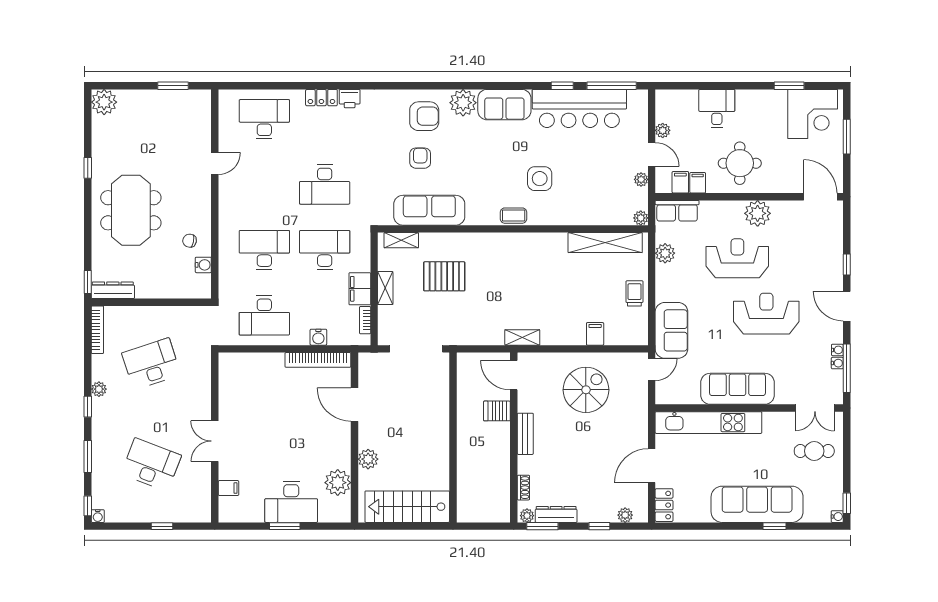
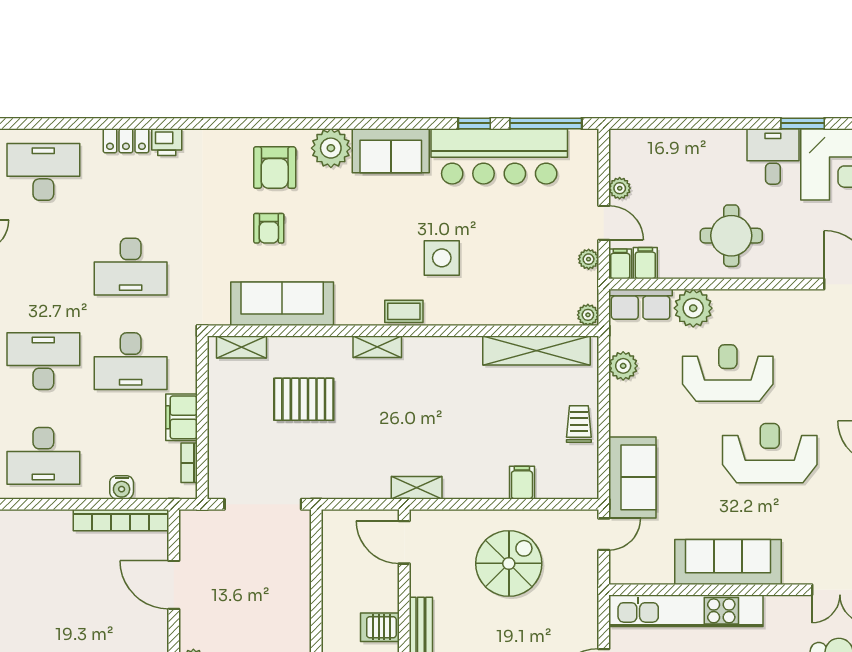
desk: (717, 108) -> (773, 156), moved
armchair: (424, 116) -> (275, 168), turned 90
armchair: (420, 158) -> (269, 228), turned 180
filing cabinet: (698, 183) -> (620, 264), moved
plant: (758, 213) -> (693, 308), moved
desk: (325, 250) -> (131, 361), turned 180
shelving: (385, 288) -> (377, 347), moved, turned 90
server rack: (497, 411) -> (380, 627), moved

